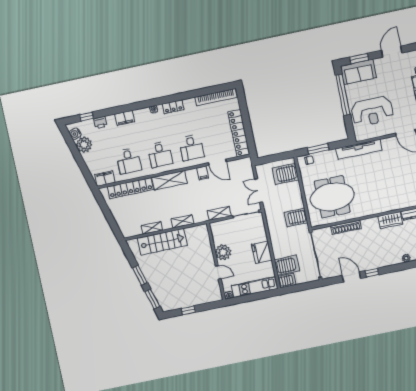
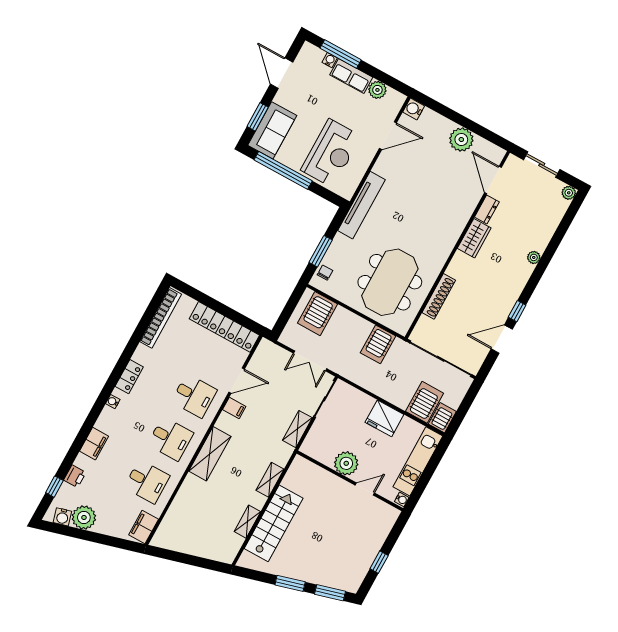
locker: (130, 188) -> (180, 507), removed

